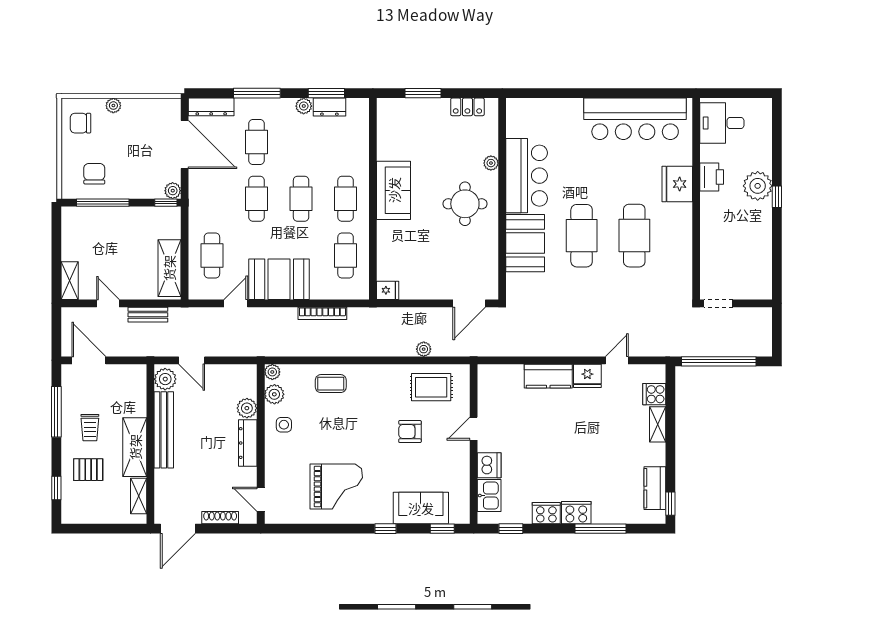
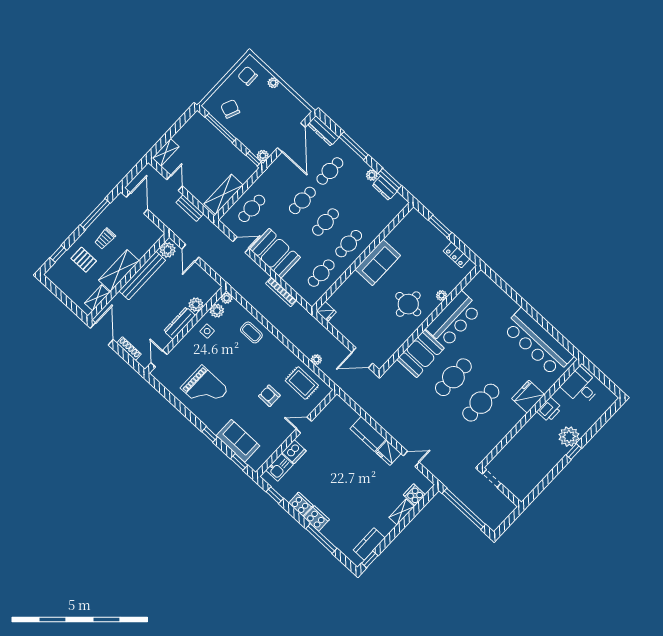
chair: (94, 174) -> (230, 109), turned -68
door: (178, 529) -> (102, 334), swing flipped

